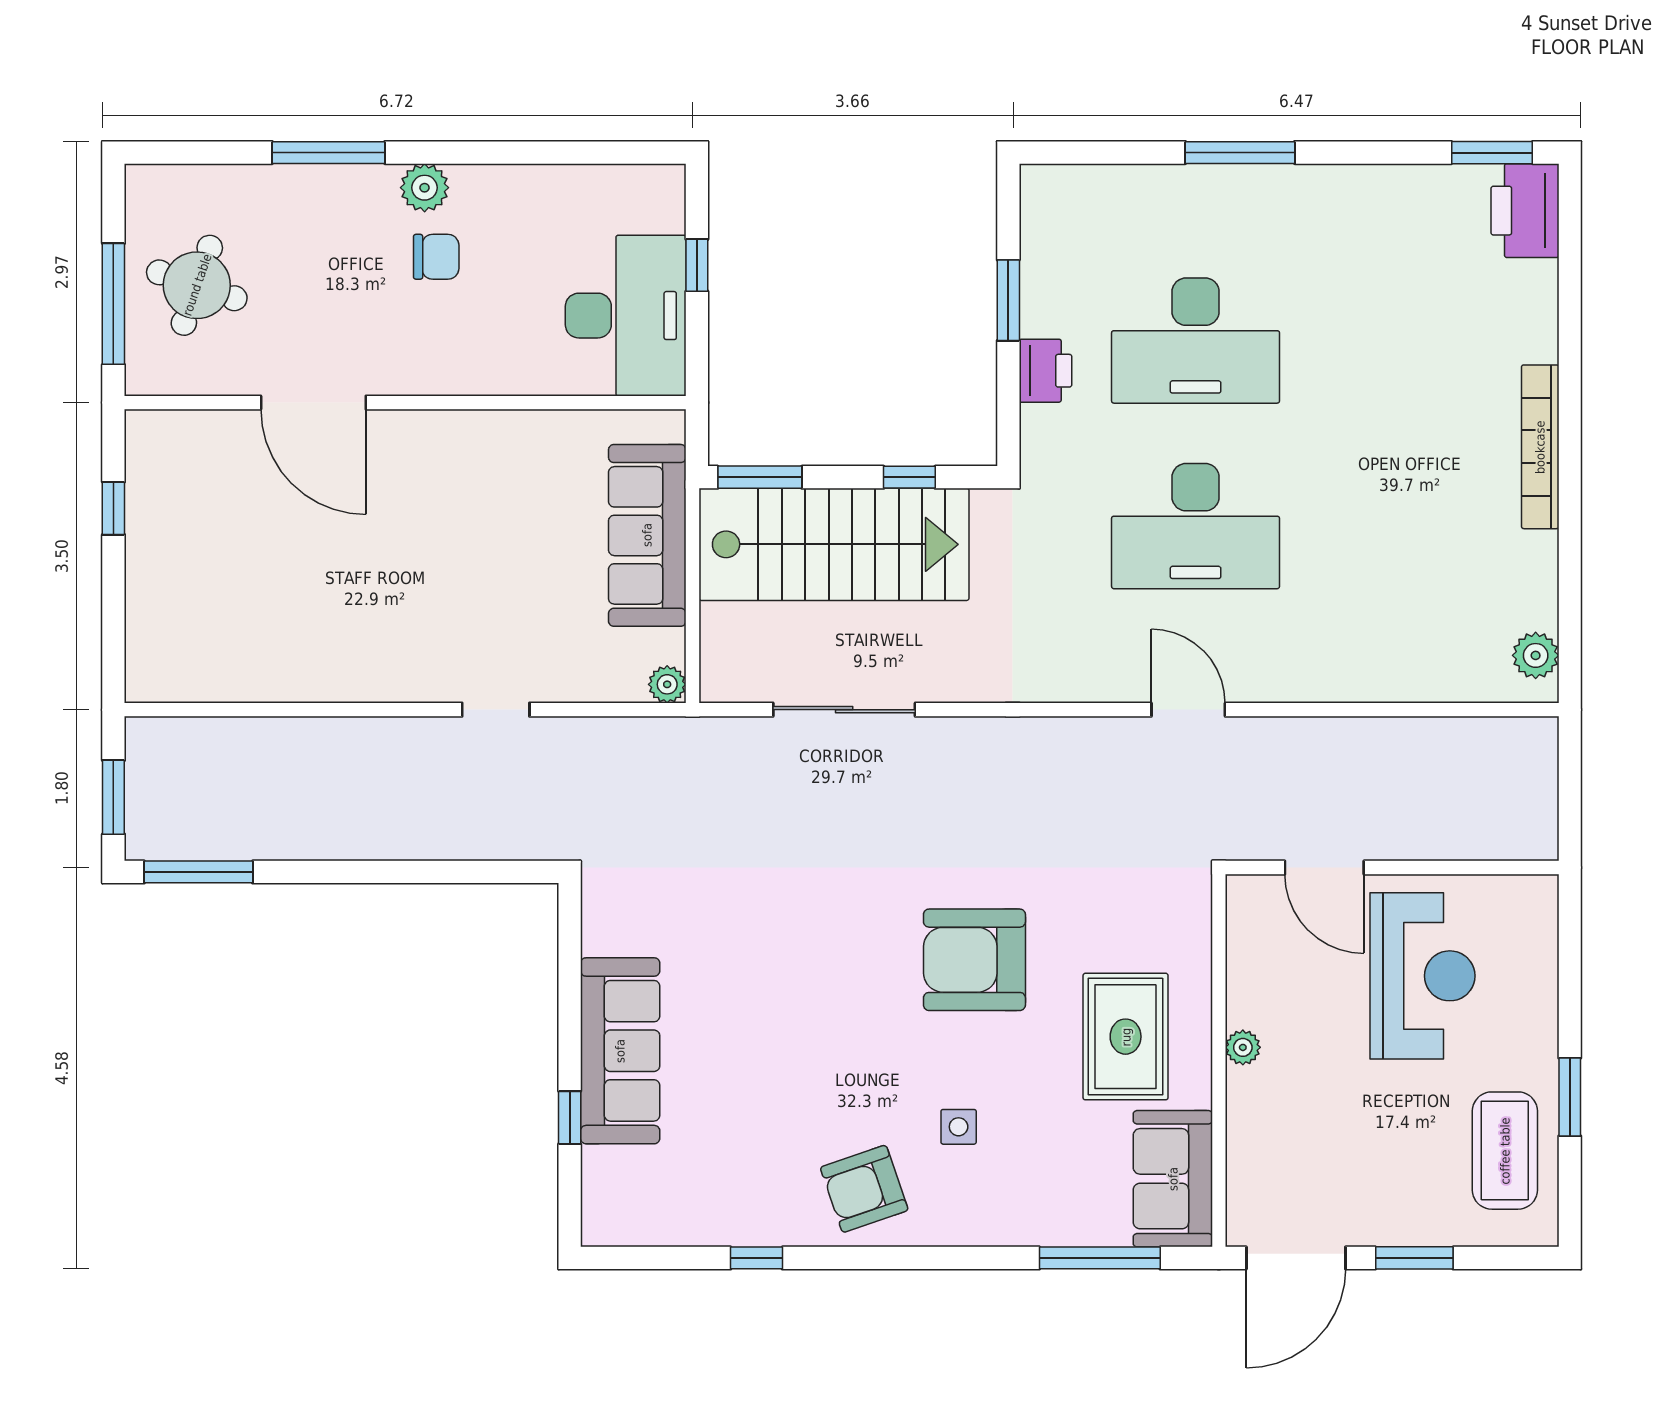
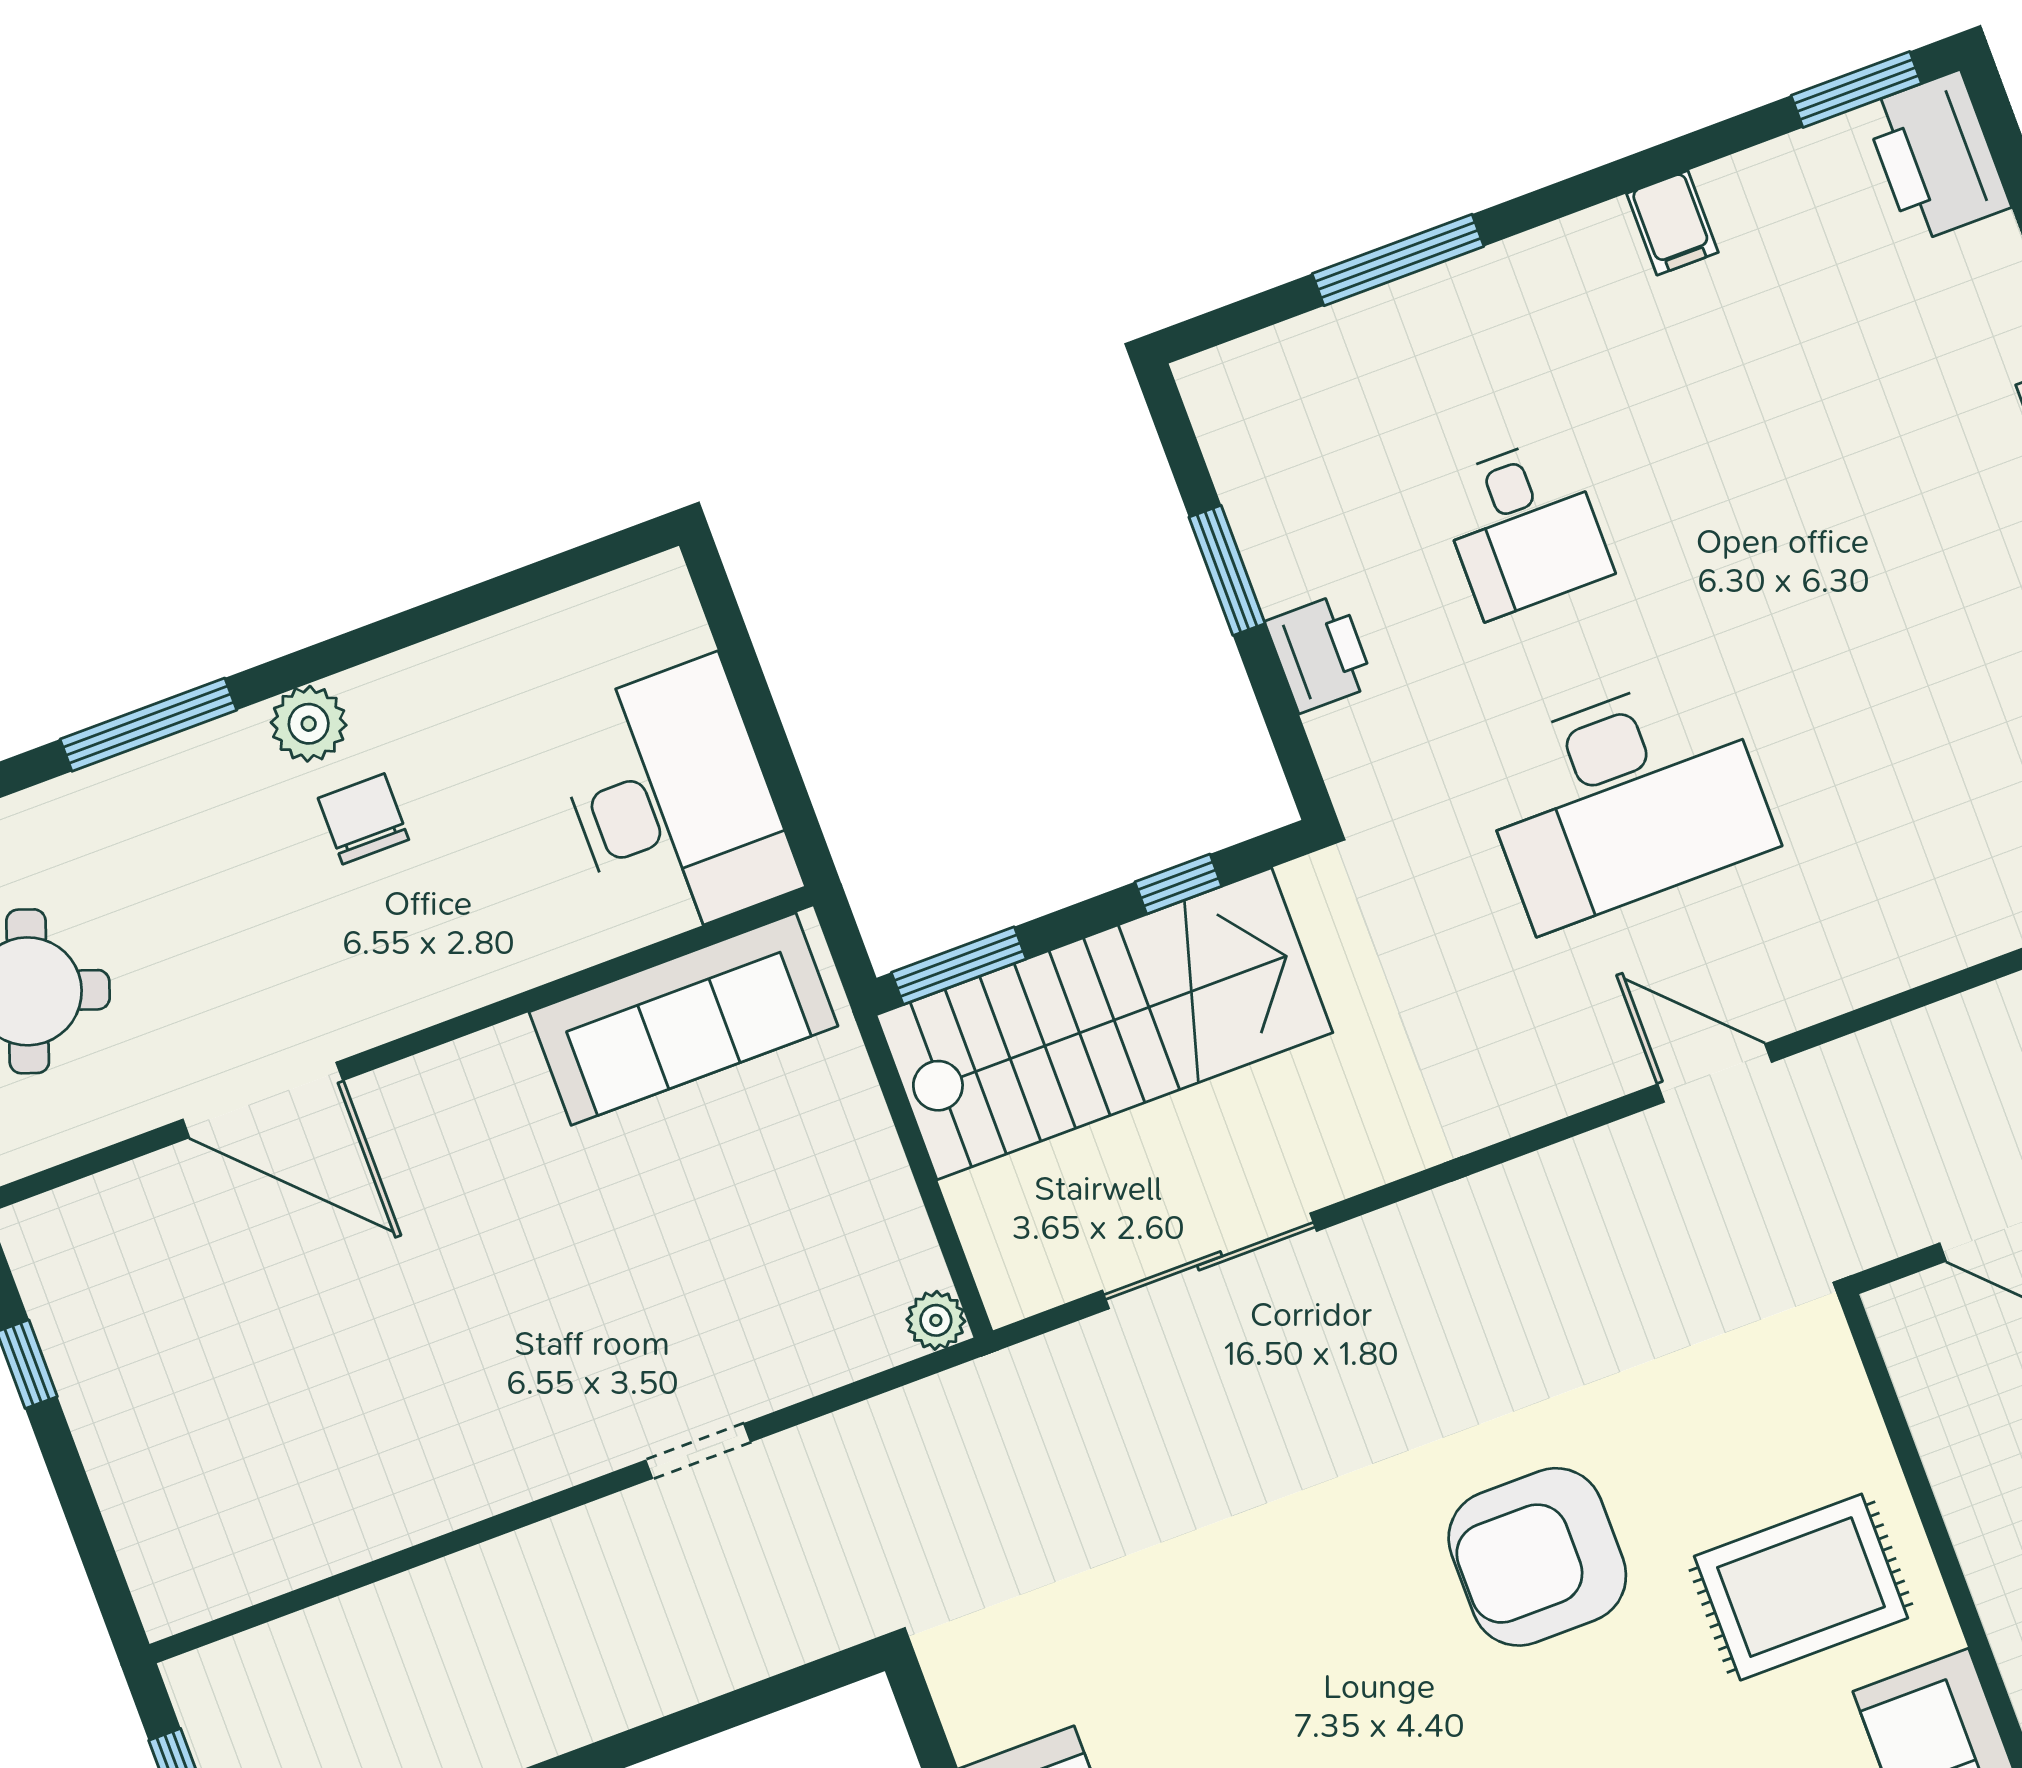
window: (1240, 153) -> (1398, 260), moved
filing cabinet: (1352, 191) -> (1672, 223), added
chair: (436, 257) -> (363, 819), turned -90
window: (697, 265) -> (751, 689), removed
desk: (1196, 341) -> (1524, 527), width x0.53, depth x0.77
sofa: (647, 535) -> (683, 1019), moved, turned -90
rug: (1126, 1037) -> (1801, 1587), turned 90
plant: (1243, 1047) -> (1979, 1539), removed

